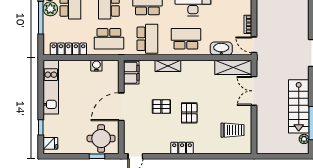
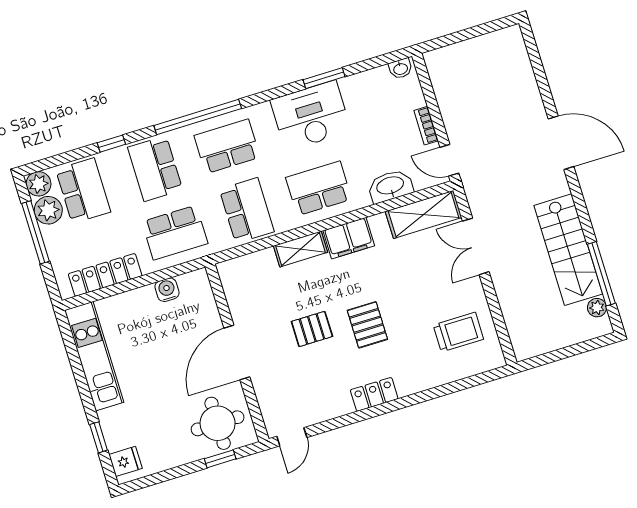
filing cabinet: (131, 73) -> (349, 238), moved, turned 90

